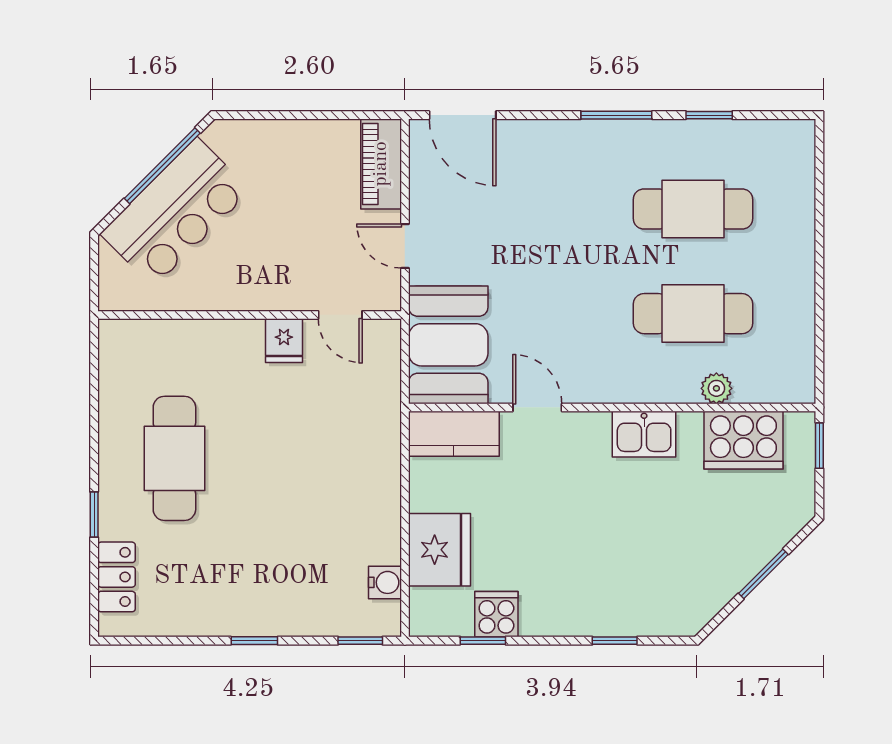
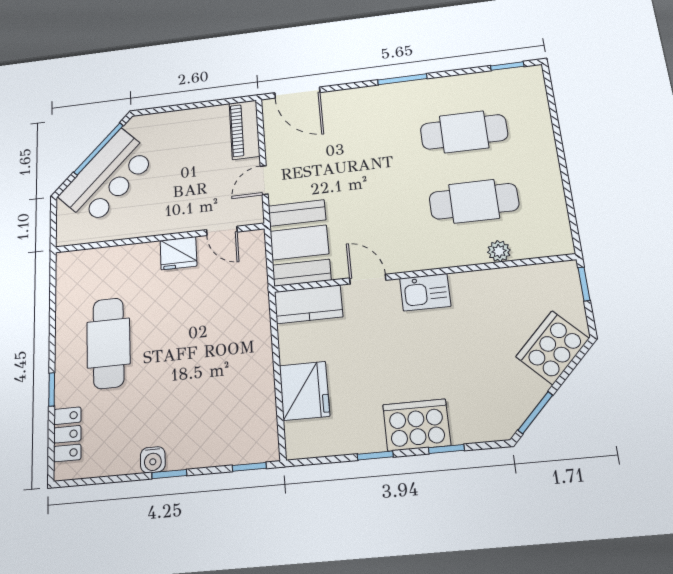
window: (709, 115) -> (507, 66), moved
door: (405, 246) -> (264, 180), hinge flipped
fridge: (284, 341) -> (178, 253), width x1.38
kitchen sink: (644, 434) -> (425, 292), moved
cooker: (743, 440) -> (553, 348), moved, turned 135
window: (763, 574) -> (535, 413), moved
water cooler: (385, 582) -> (153, 460), moved, turned 90
cooker: (496, 614) -> (417, 425), moved, width x1.87, depth x1.31
window: (483, 641) -> (375, 455), moved

